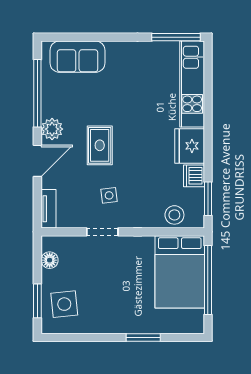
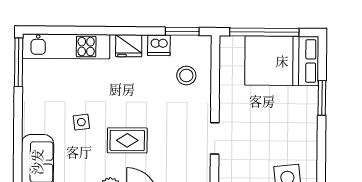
fridge: (190, 146) -> (129, 46), width x0.73, depth x0.75
side table: (109, 195) -> (81, 122), moved
stool: (174, 215) -> (186, 75), moved
bed: (180, 272) -> (282, 61), moved, turned 180

